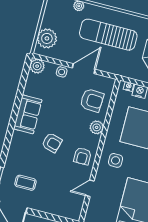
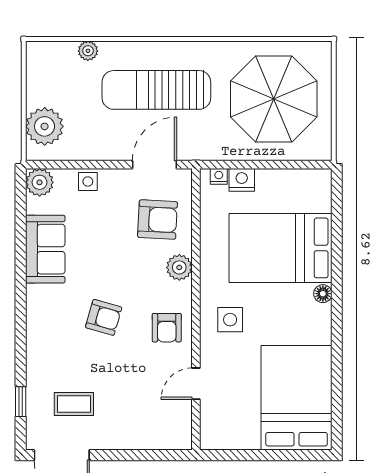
door: (84, 69) -> (154, 165), moved
sofa: (28, 114) -> (45, 249), moved

